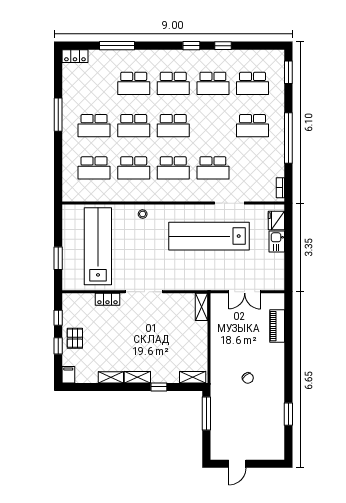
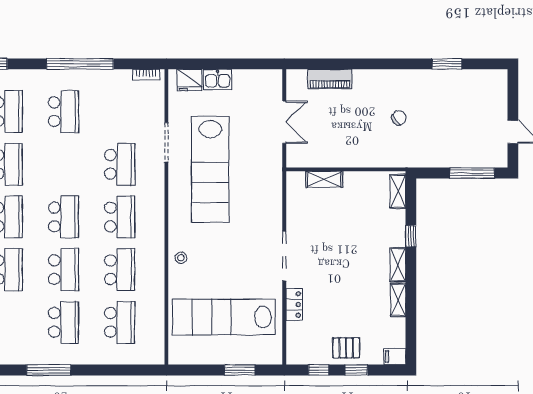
shelving: (201, 307) -> (324, 179), moved
window: (206, 414) -> (472, 173), moved

